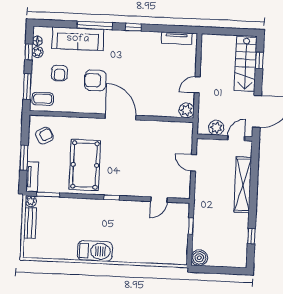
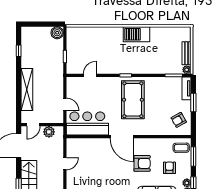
plant: (186, 110) -> (72, 144), removed
bar counter: (165, 136) -> (87, 124), added
pool table: (85, 165) -> (133, 100), moved

